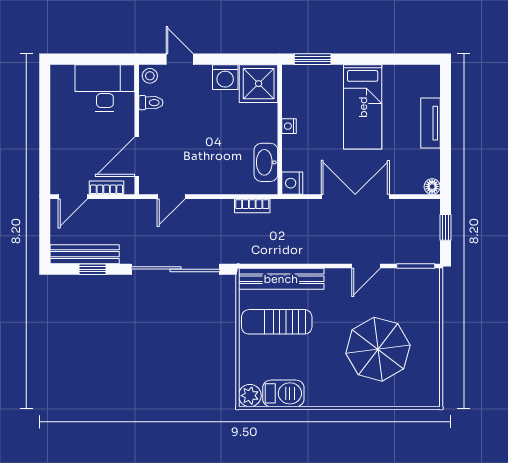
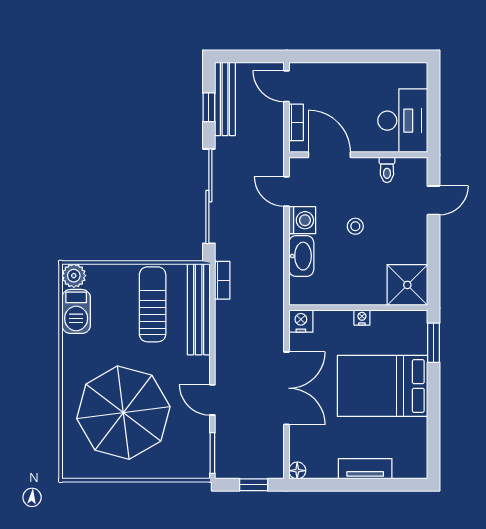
stool: (150, 76) -> (355, 226), moved
washing machine: (225, 77) -> (302, 220), moved, turned 180
bed: (363, 107) -> (383, 386), width x1.50
washbasin: (266, 162) -> (301, 256), moved, turned 90
bookcase: (252, 206) -> (222, 280), moved, turned 180
parasol: (378, 349) -> (123, 413), width x1.36, depth x1.36

